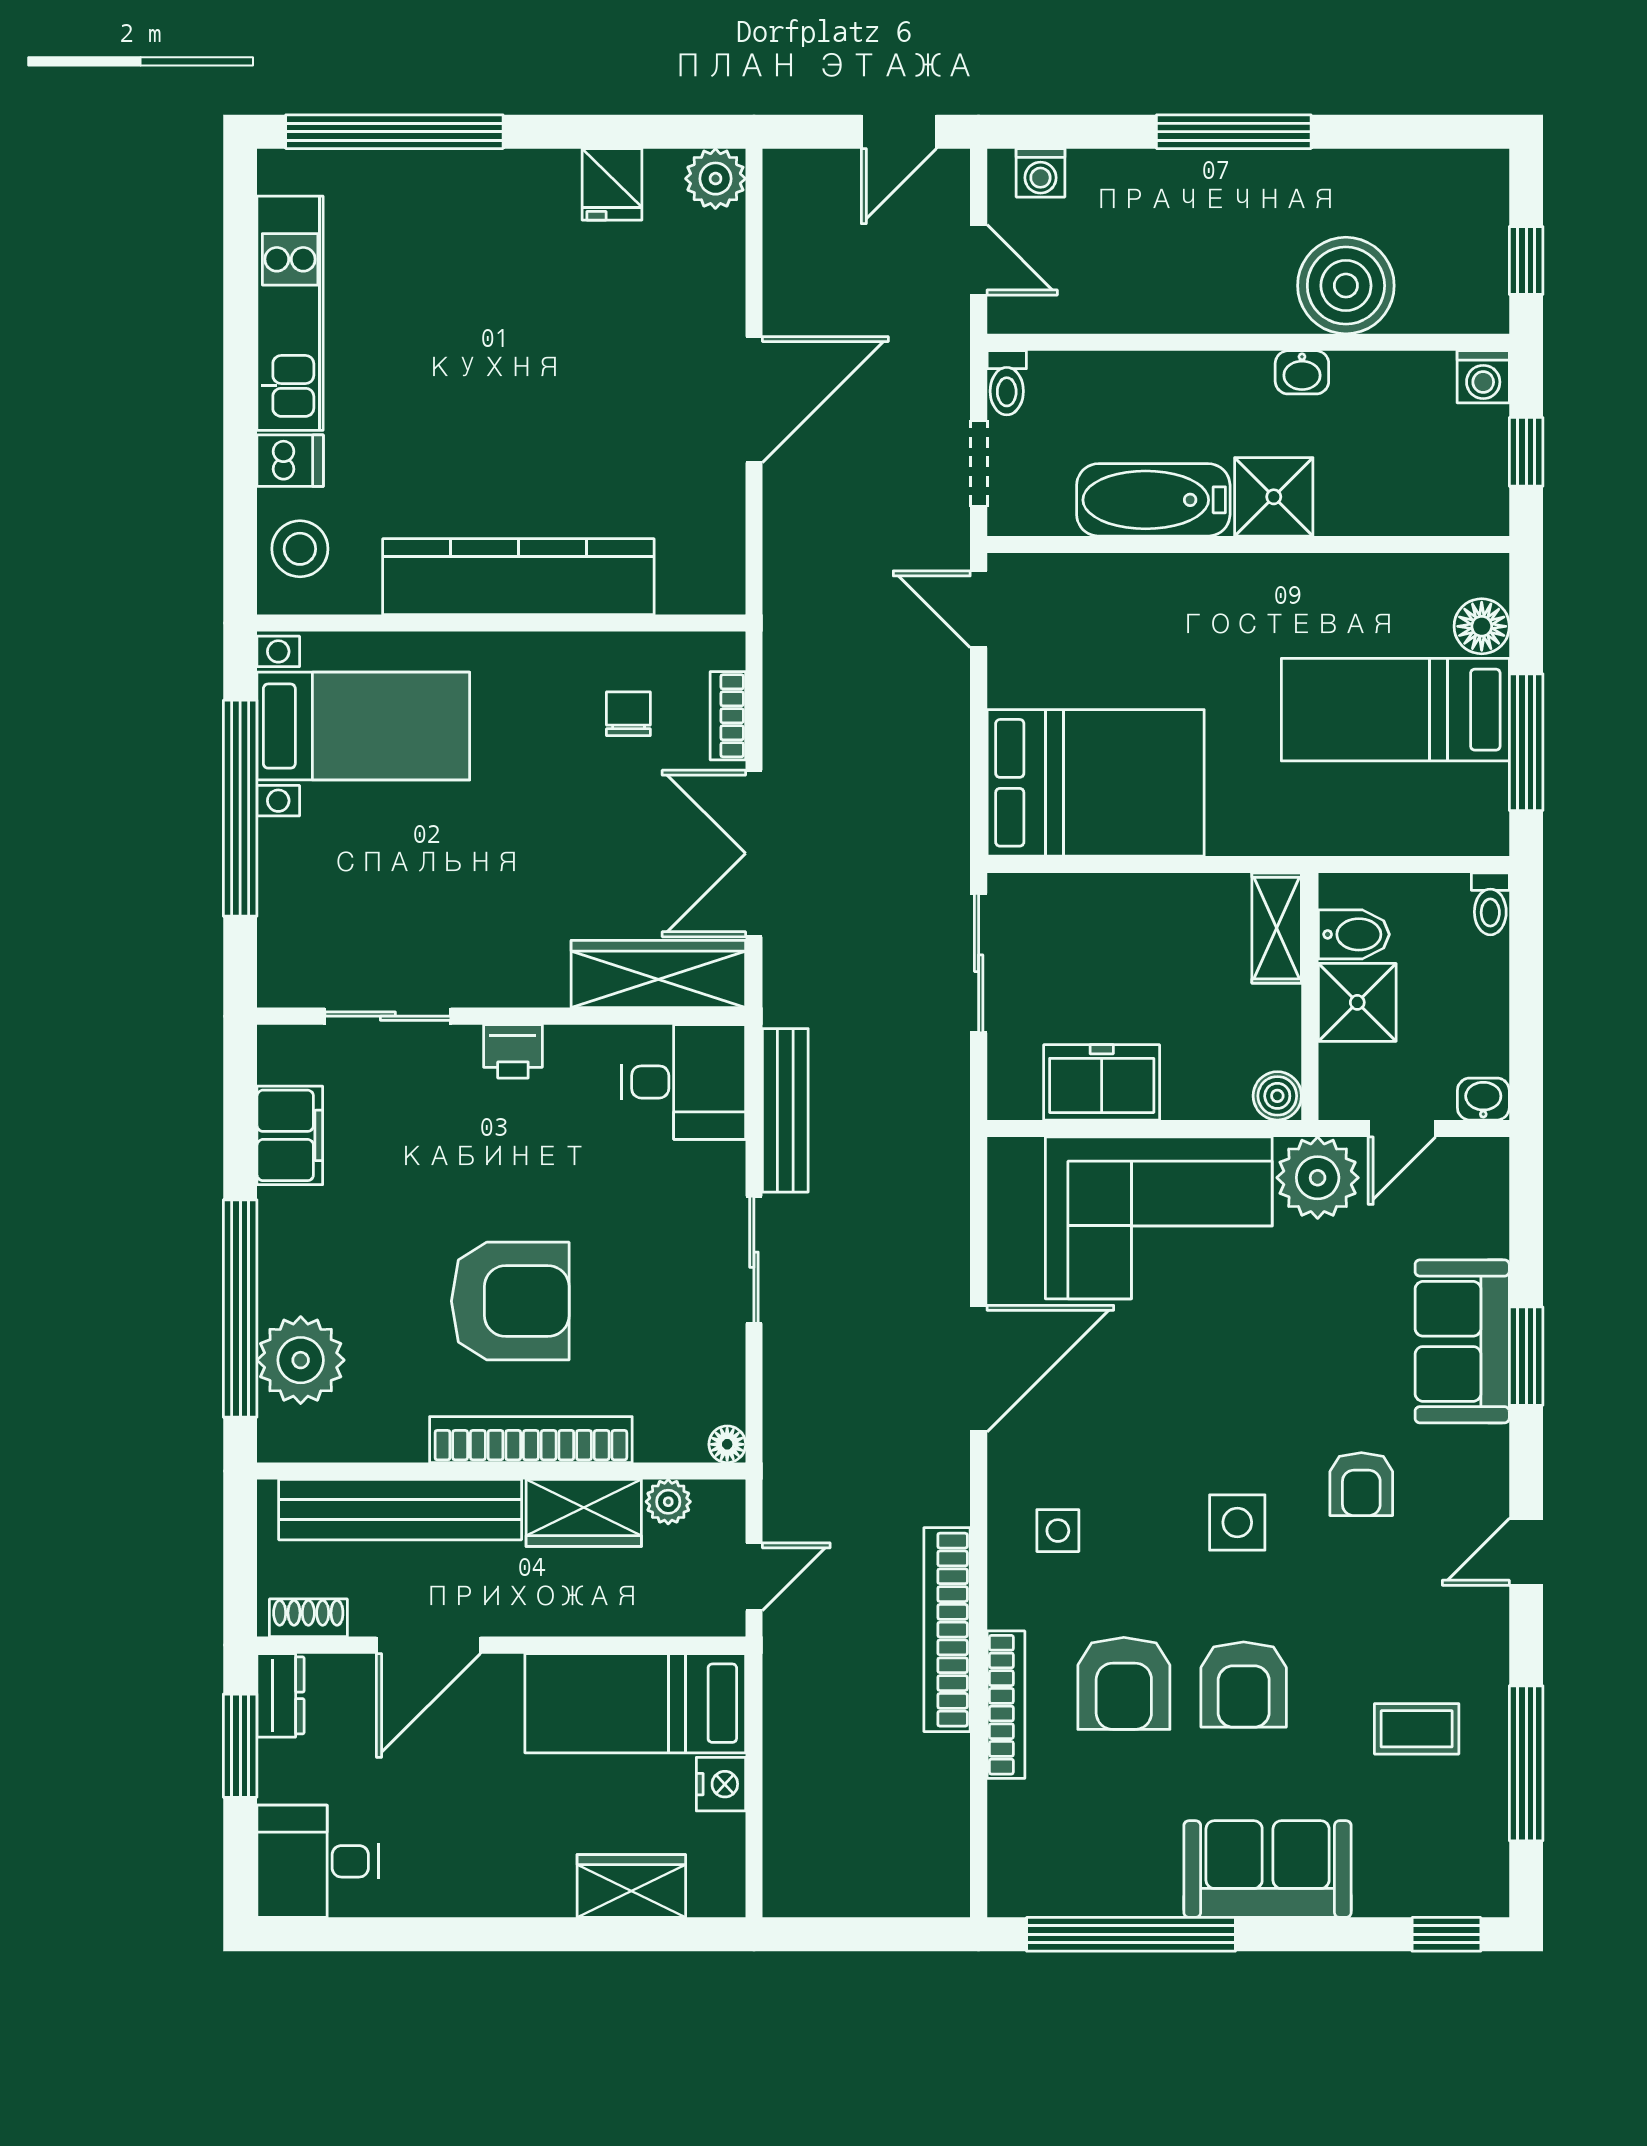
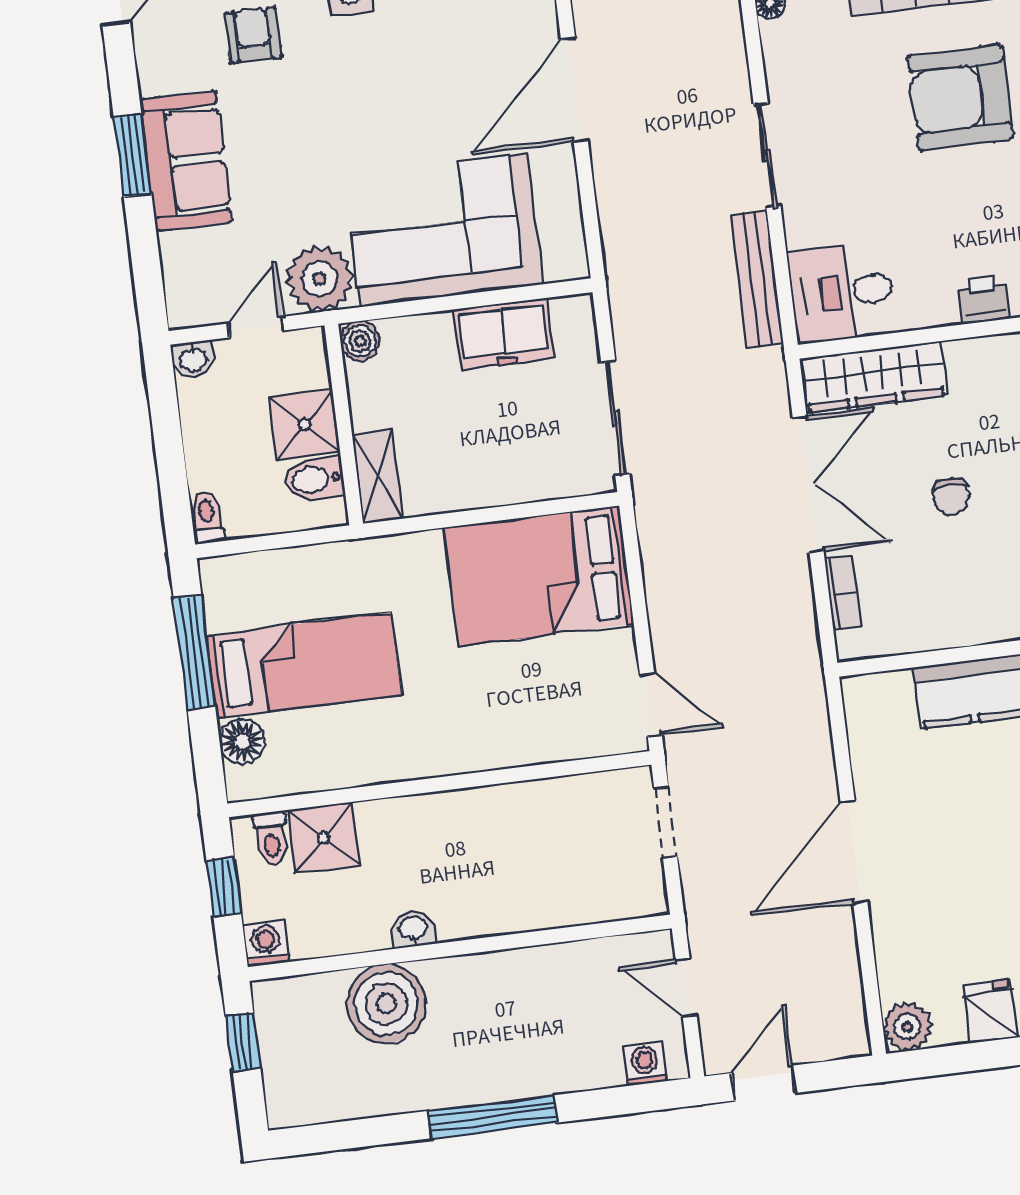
toilet: (1007, 383) -> (271, 838), moved, turned 180
shower: (1274, 497) -> (323, 838), moved
bathtub: (1153, 500) -> (521, 811), removed
chair: (628, 714) -> (951, 497), moved

